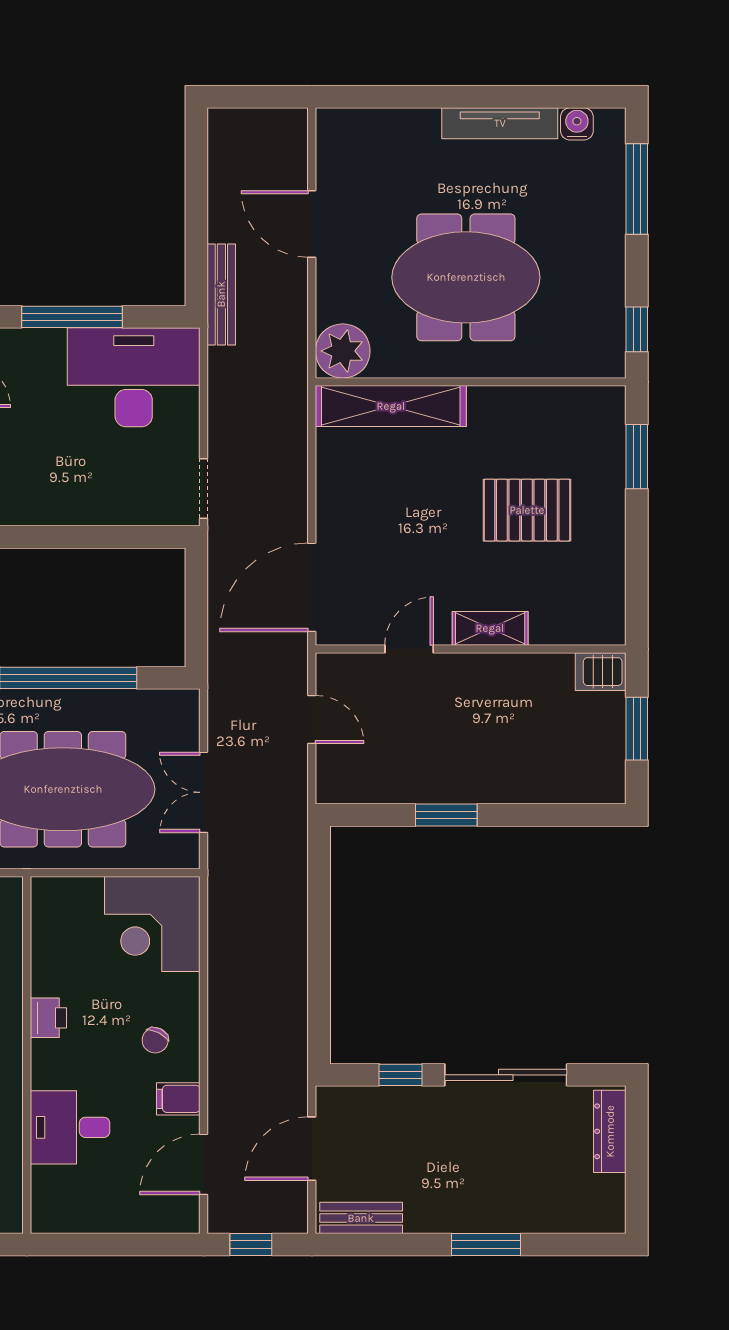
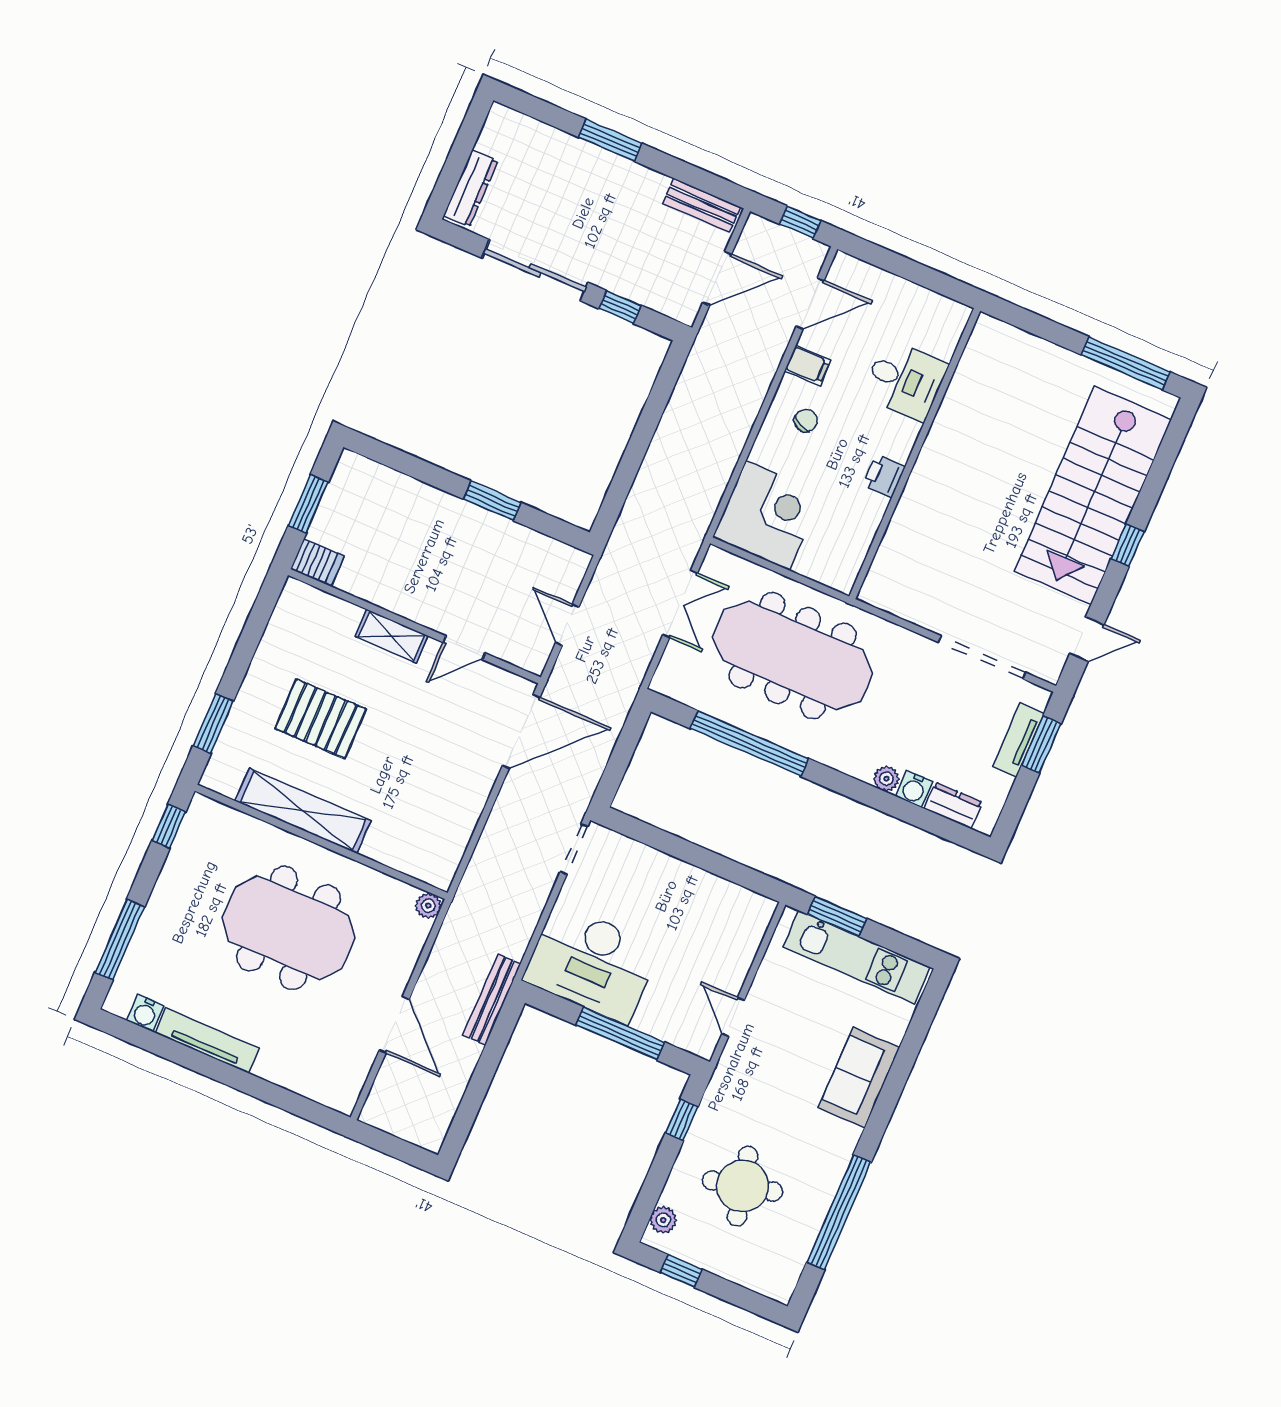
plant: (343, 351) -> (428, 906), width x0.53, depth x0.53
shelving: (391, 406) -> (303, 811), moved

